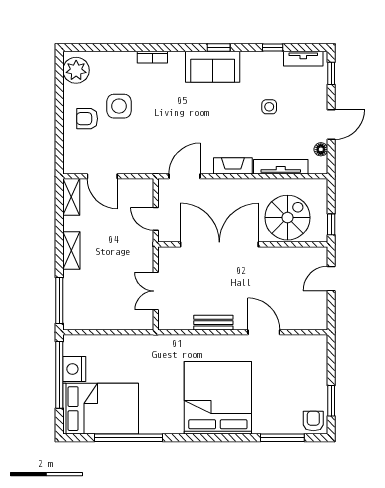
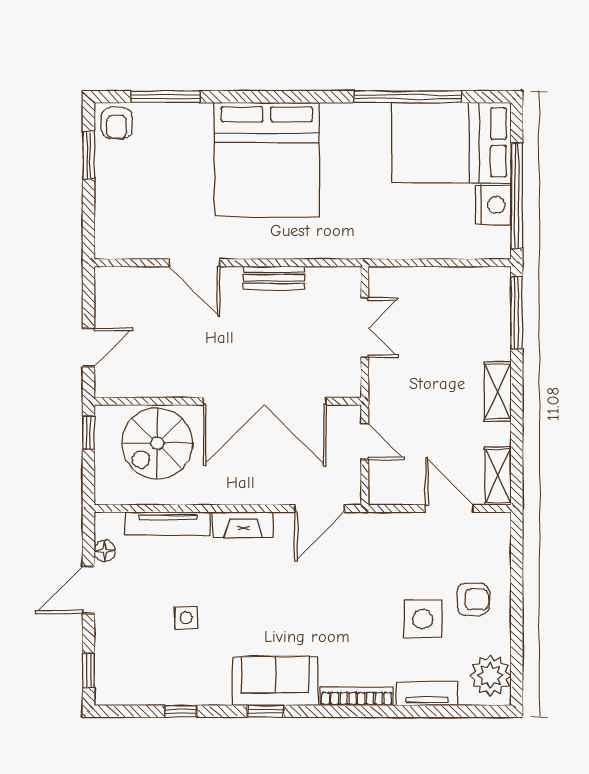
bookcase: (152, 57) -> (357, 696), width x1.56
tv unit: (303, 59) -> (427, 694), moved

